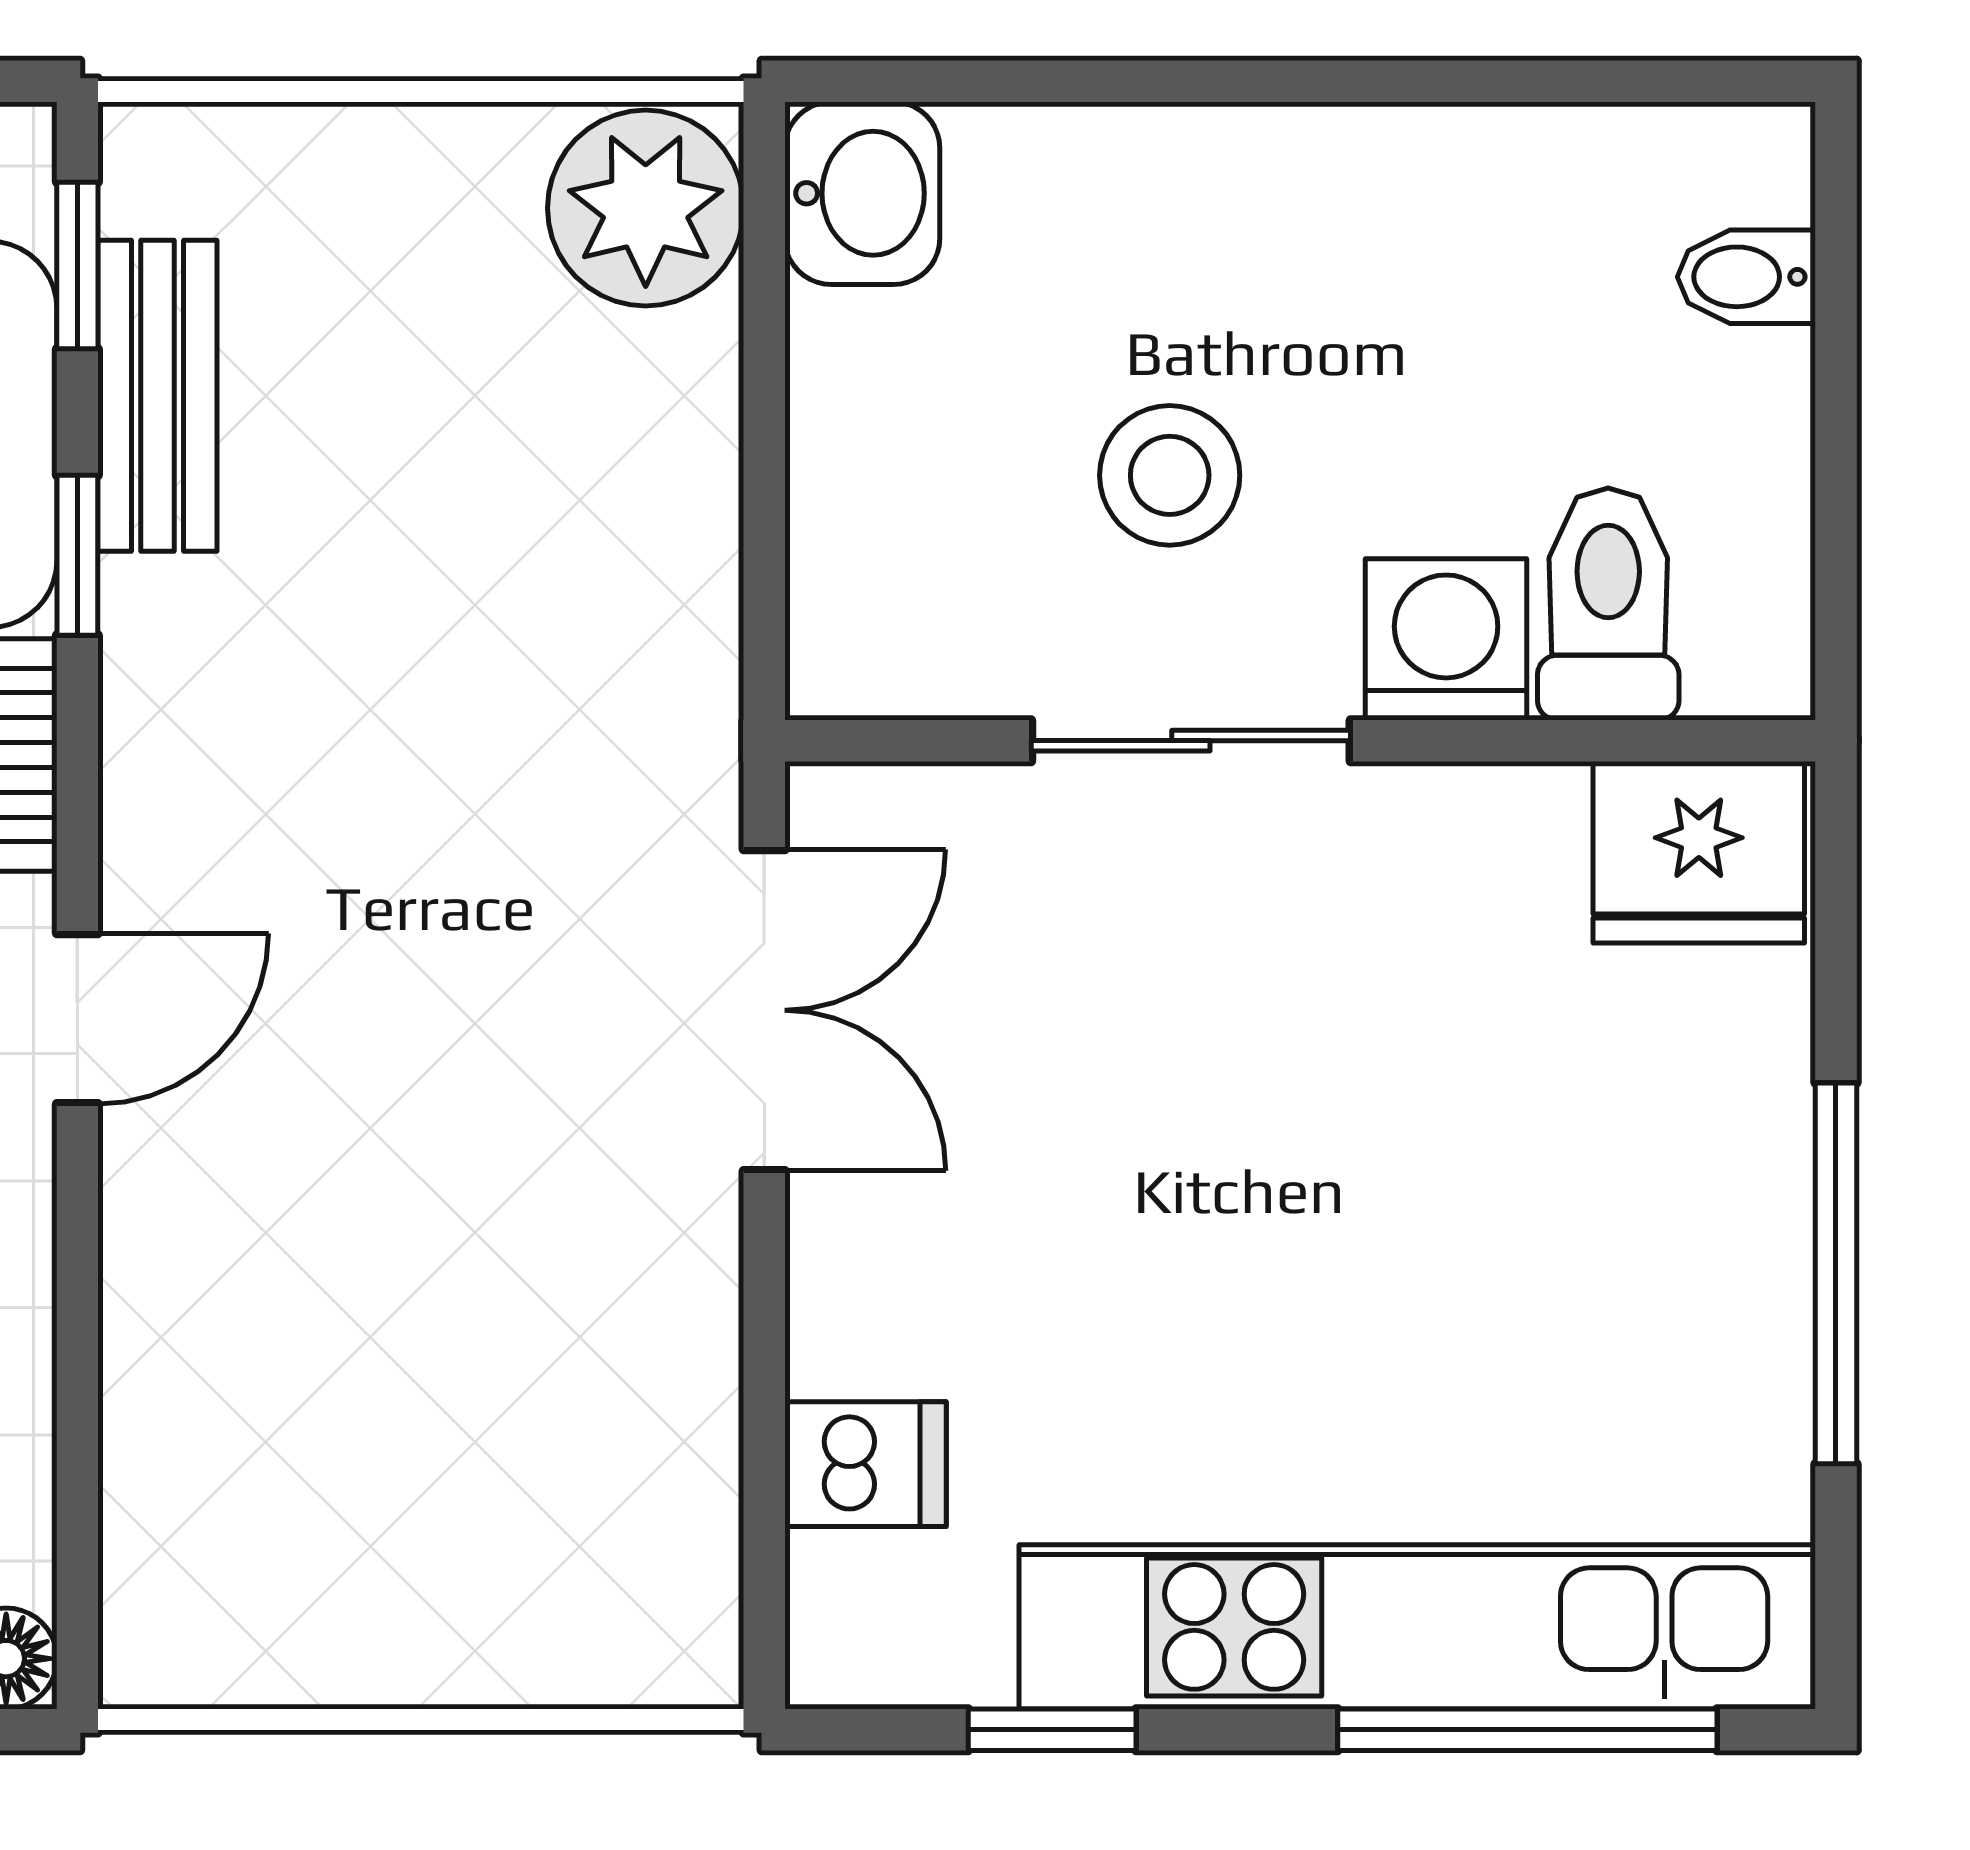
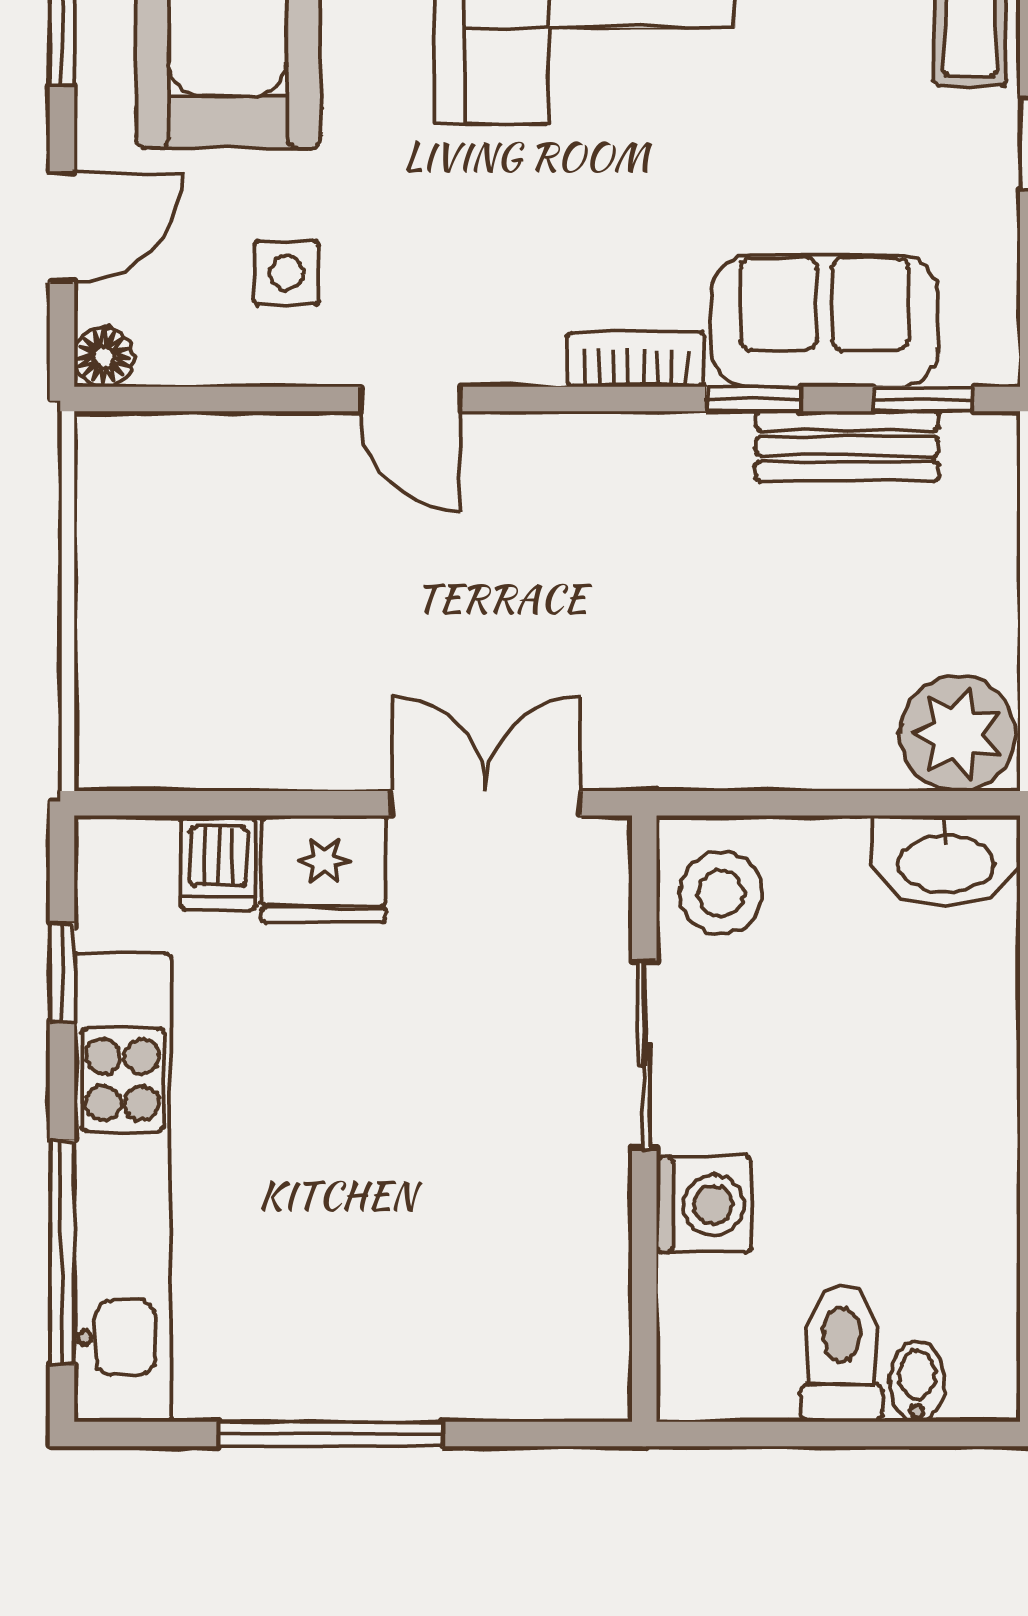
washbasin: (862, 193) -> (946, 861), width x1.38
stool: (1170, 475) -> (721, 893), moved
toilet: (1608, 604) -> (842, 1354), moved, turned -90
fridge: (1699, 852) -> (324, 869), moved, turned -90
double door: (764, 1010) -> (486, 803), swing flipped
door: (77, 1019) -> (411, 399), moved

